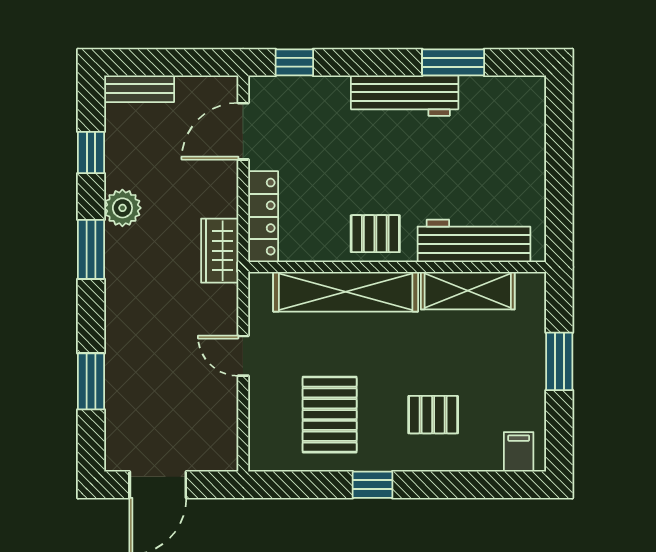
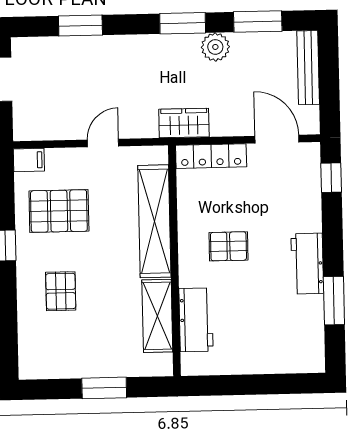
bench: (139, 89) -> (308, 68), width x1.36
workbench: (405, 96) -> (307, 264), width x0.73
window: (91, 152) -> (258, 22), width x1.50
pallet: (375, 234) -> (228, 246), moved, turned 90
workbench: (474, 241) -> (196, 320), width x0.73
filing cabinet: (519, 452) -> (29, 160), moved

